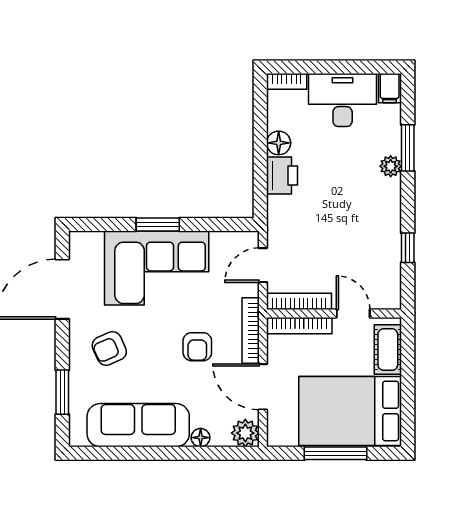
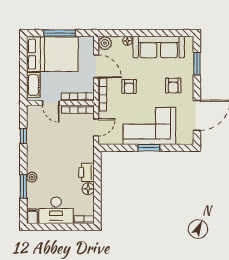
armchair: (197, 347) -> (129, 86), turned 180
armchair: (109, 348) -> (173, 86), turned 114

